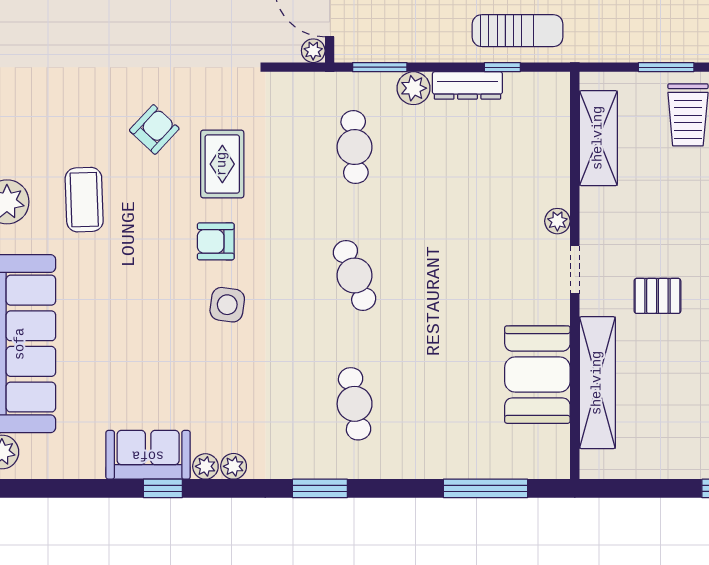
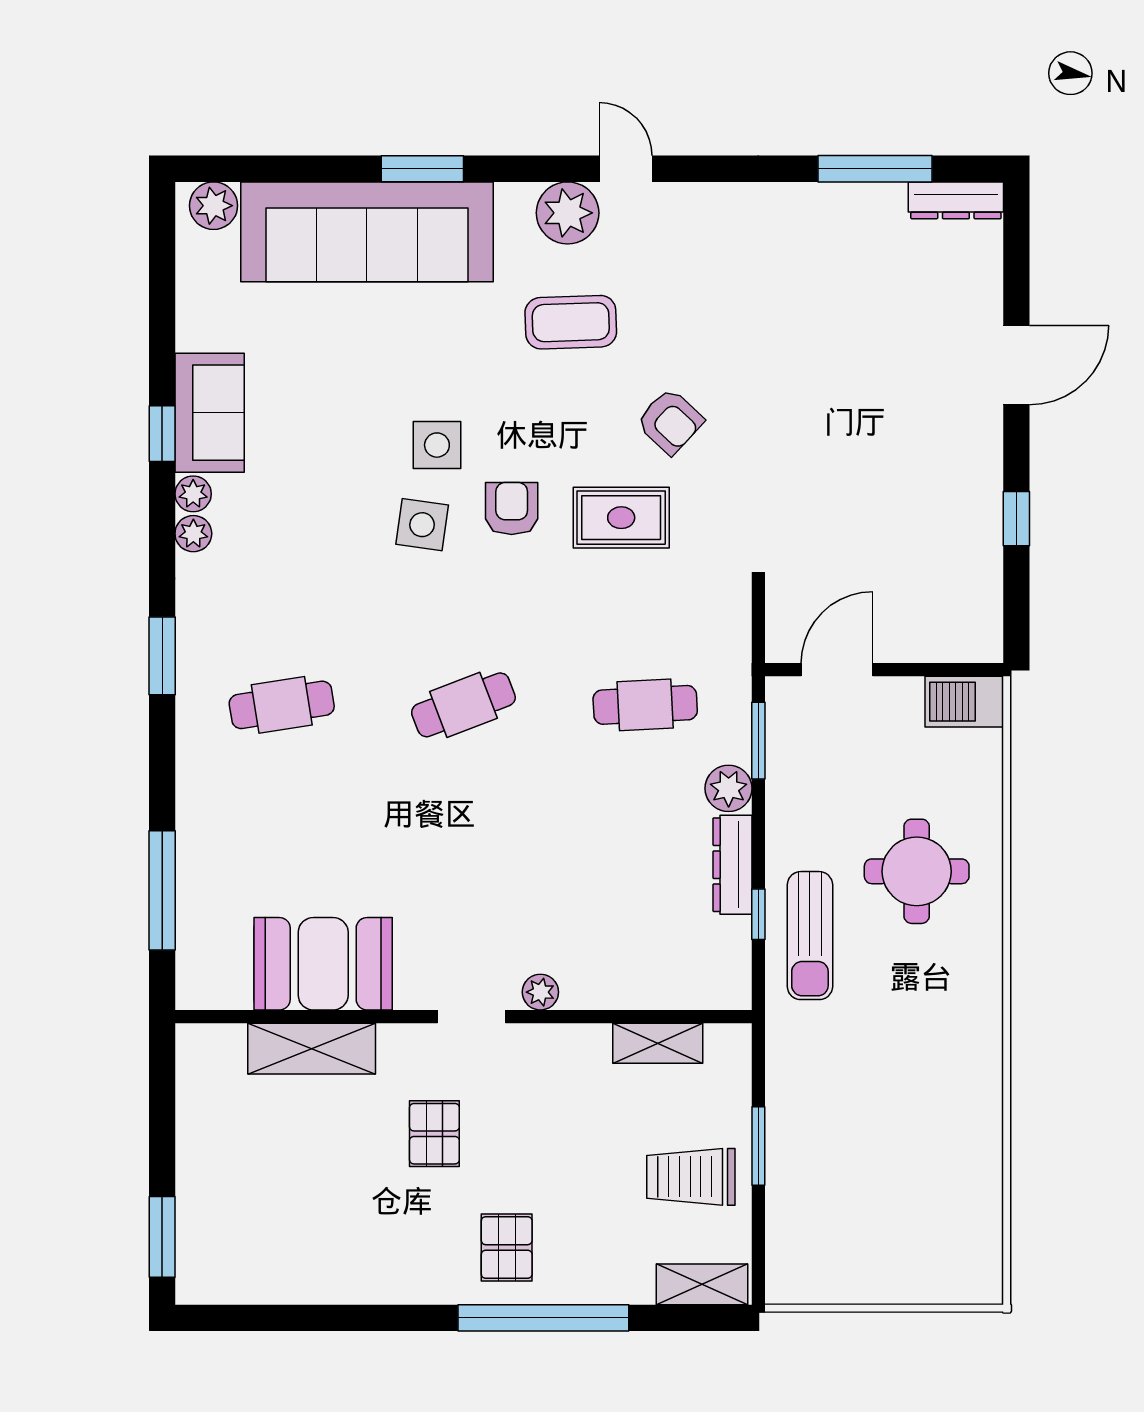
plant: (313, 51) -> (782, 646), removed
shelving: (598, 138) -> (658, 1043), width x0.67, depth x0.75
side table: (171, 294) -> (437, 445), added
shelving: (597, 383) -> (312, 1049), width x0.68

